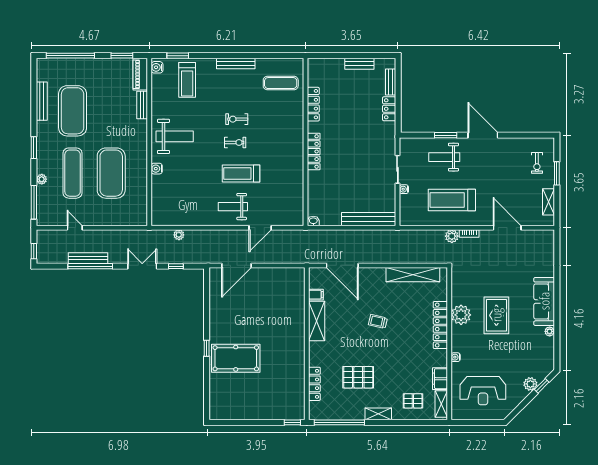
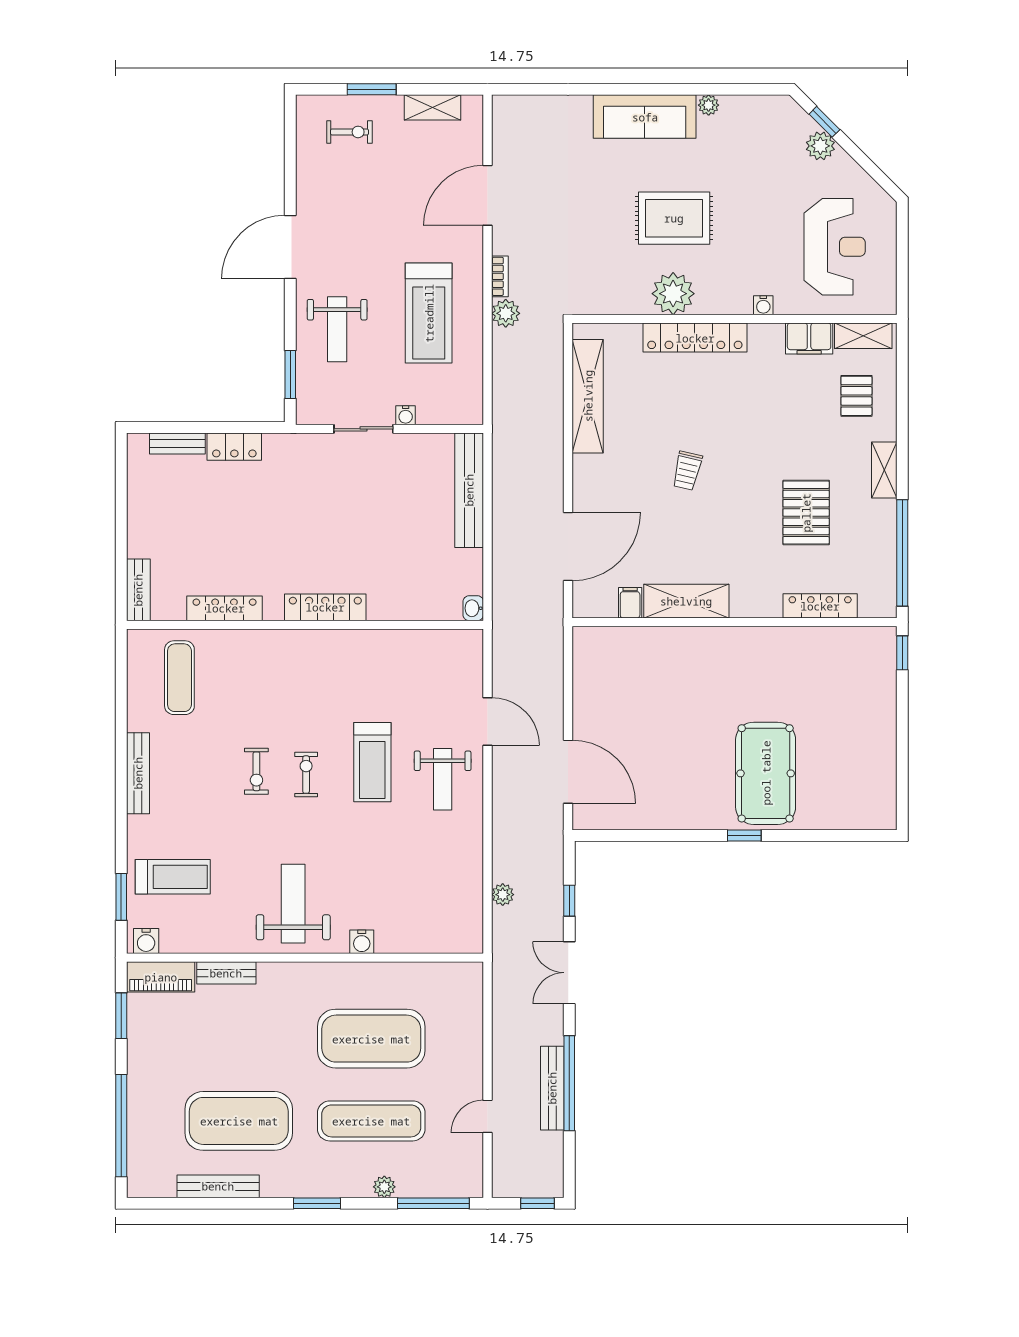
bench: (359, 64) -> (138, 590), moved
window: (446, 135) -> (290, 375), moved

